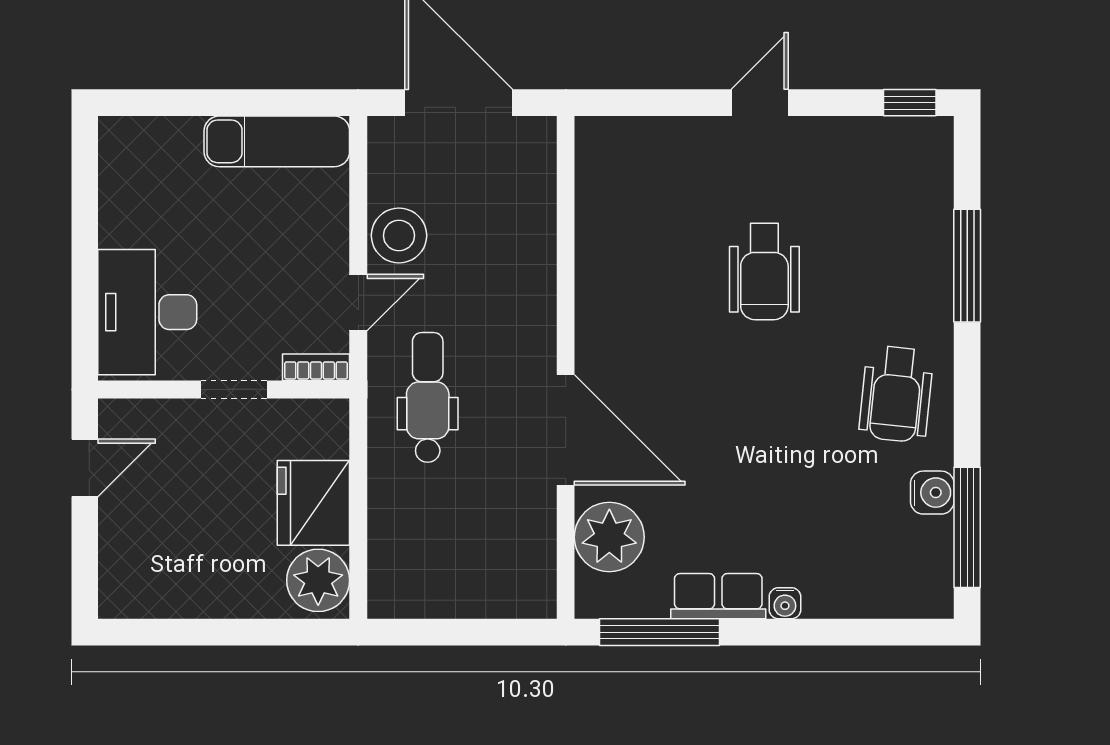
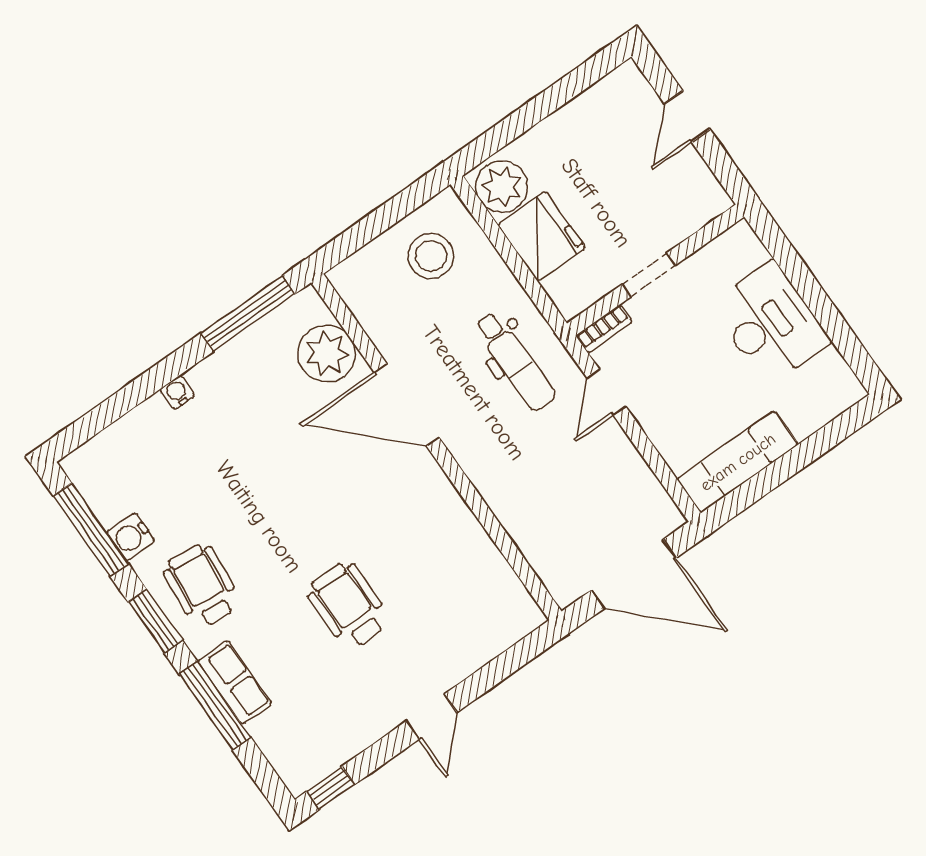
stool: (399, 236) -> (431, 256), moved
desk: (147, 312) -> (770, 323), moved
window: (967, 391) -> (155, 621), added
door: (85, 468) -> (687, 116), moved
row of seats: (718, 596) -> (235, 683), moved, turned -90

